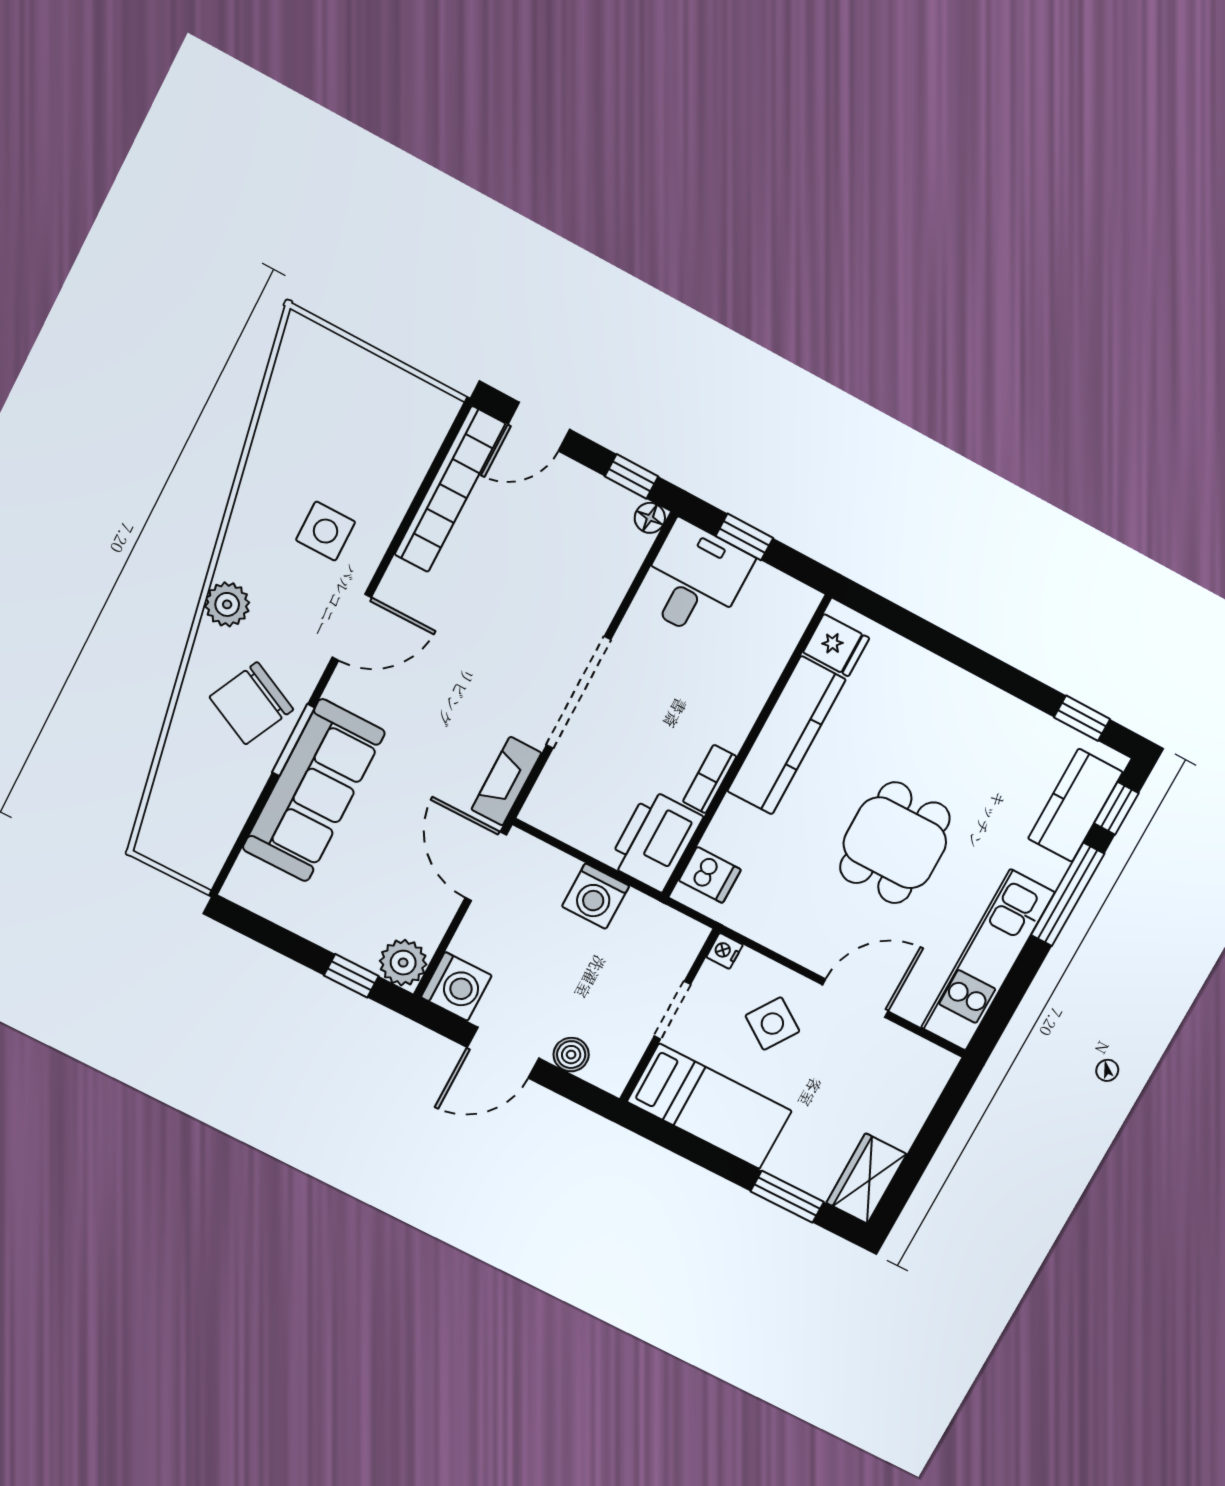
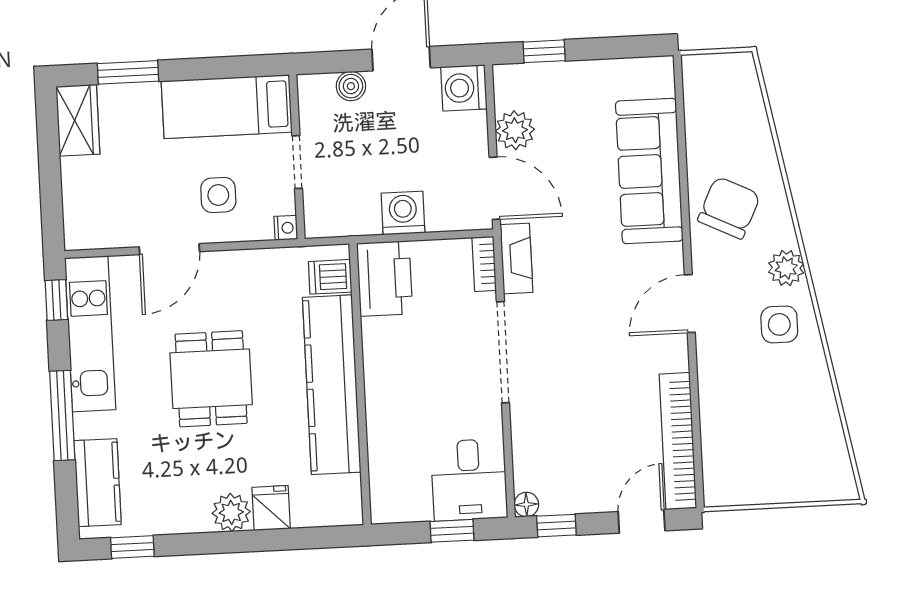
side table: (326, 531) -> (779, 324), moved
fridge: (836, 645) -> (271, 508), moved, turned 90
plant: (960, 693) -> (231, 512), added
kitchen counter: (786, 735) -> (332, 385), width x1.39, depth x1.17
window: (293, 740) -> (684, 199), removed
bookcase: (710, 779) -> (484, 264), moved, turned 180
window: (1116, 808) -> (56, 300), moved
plant: (403, 963) -> (515, 130), moved
side table: (772, 1024) -> (218, 195), turned -34

